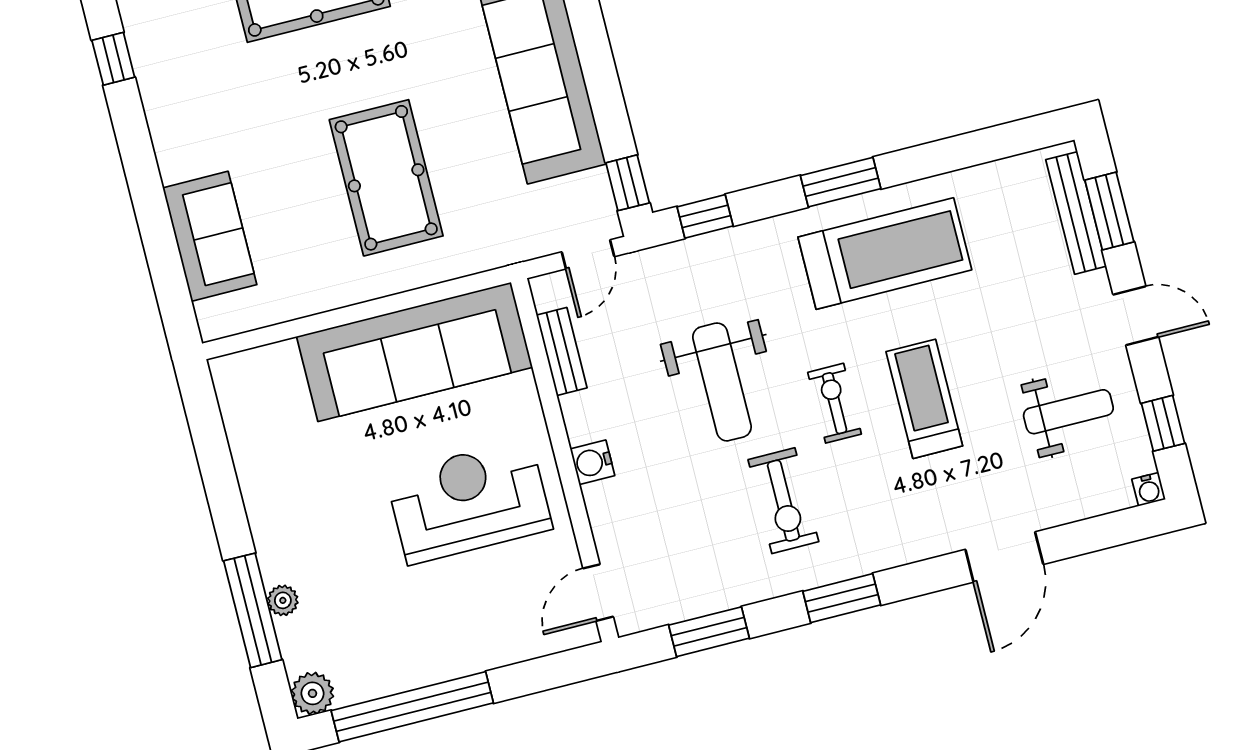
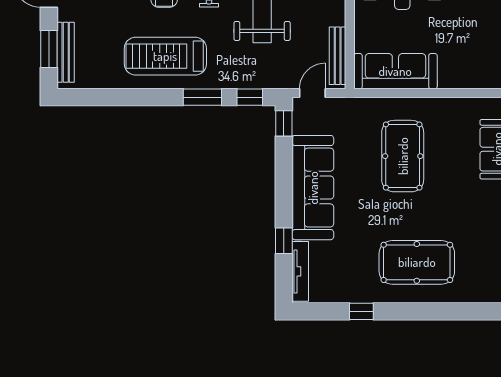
window: (841, 182) -> (202, 97), moved
bench: (562, 351) -> (338, 56), width x1.36
sofa: (415, 352) -> (395, 71), width x0.74, depth x0.79

